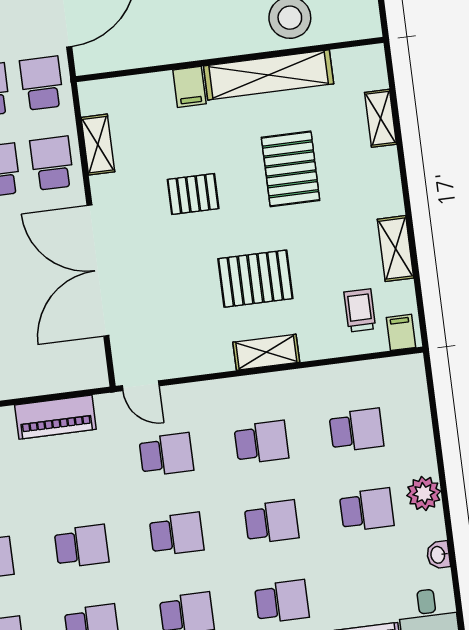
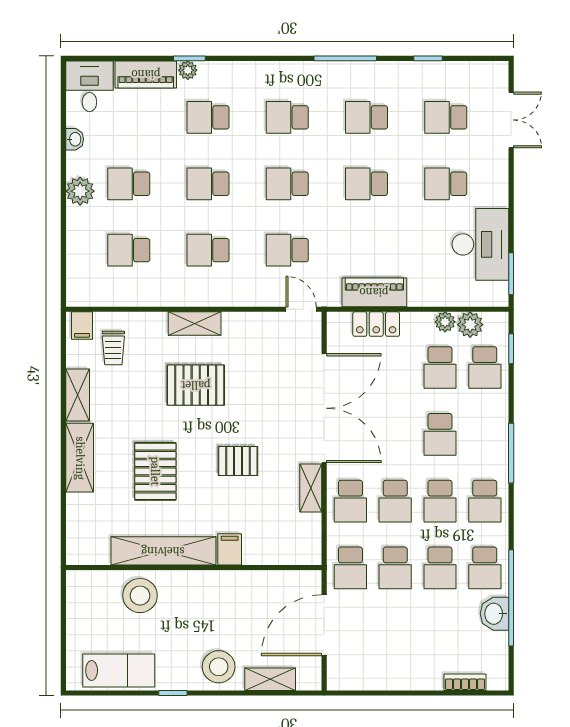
shelving: (381, 118) -> (80, 458), moved, width x1.50, depth x1.33
shelving: (98, 145) -> (311, 488), moved
locker: (48, 379) -> (376, 324), added

